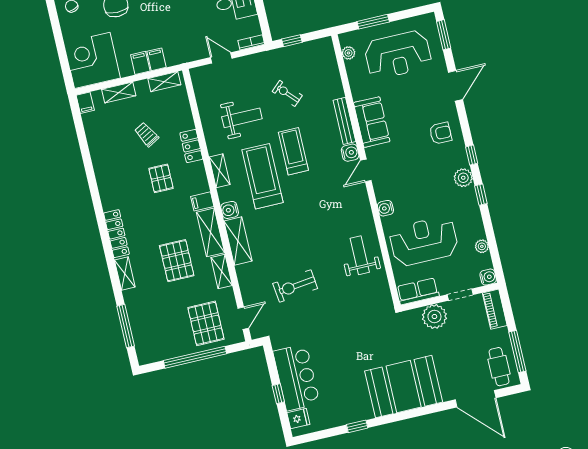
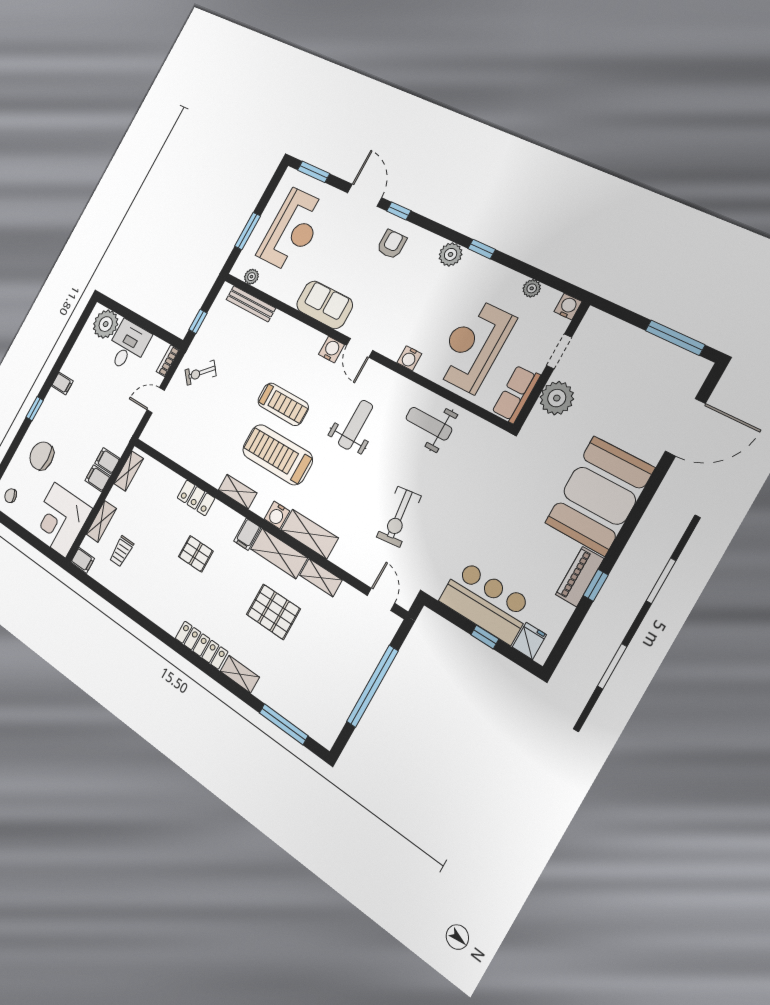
exercise bike: (287, 93) -> (201, 373), moved
weight bench: (242, 118) -> (355, 425), moved
bench: (344, 121) -> (251, 304), moved
trolley: (147, 134) -> (121, 551), moved, turned -61
treadmill: (293, 151) -> (283, 404), turned 180
window: (472, 155) -> (399, 211), moved
piano: (495, 309) -> (580, 577), moved, turned 90
pallet: (206, 323) -> (352, 642), removed
cafe table: (499, 367) -> (673, 372), removed

